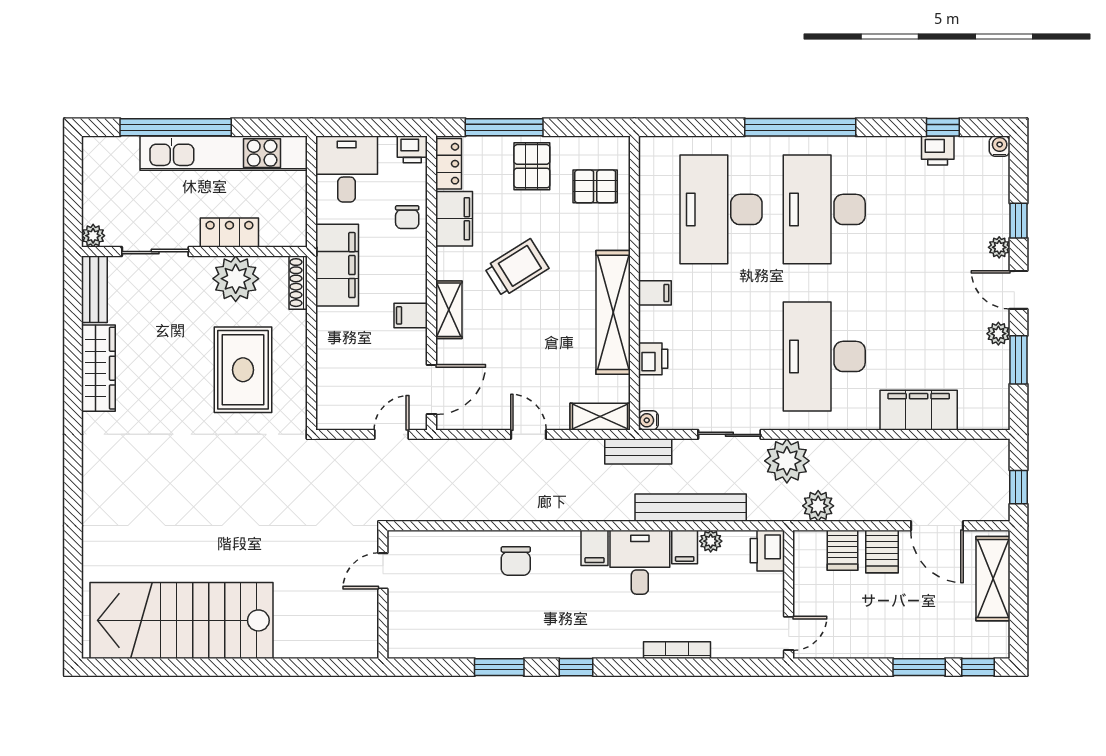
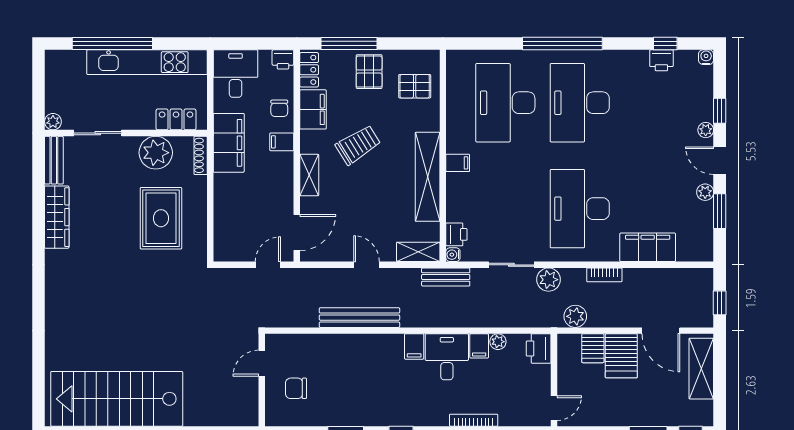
locker: (229, 233) -> (176, 119), moved
filing cabinet: (411, 315) -> (282, 142), moved
printer: (653, 359) -> (456, 234), moved
bookcase: (858, 448) -> (604, 275), added
plant: (787, 461) -> (549, 280), width x0.73, depth x0.73
bench: (691, 508) -> (359, 318), moved
server rack: (882, 551) -> (621, 356), width x1.36, depth x1.44
chair: (516, 561) -> (296, 388), moved, turned 90

